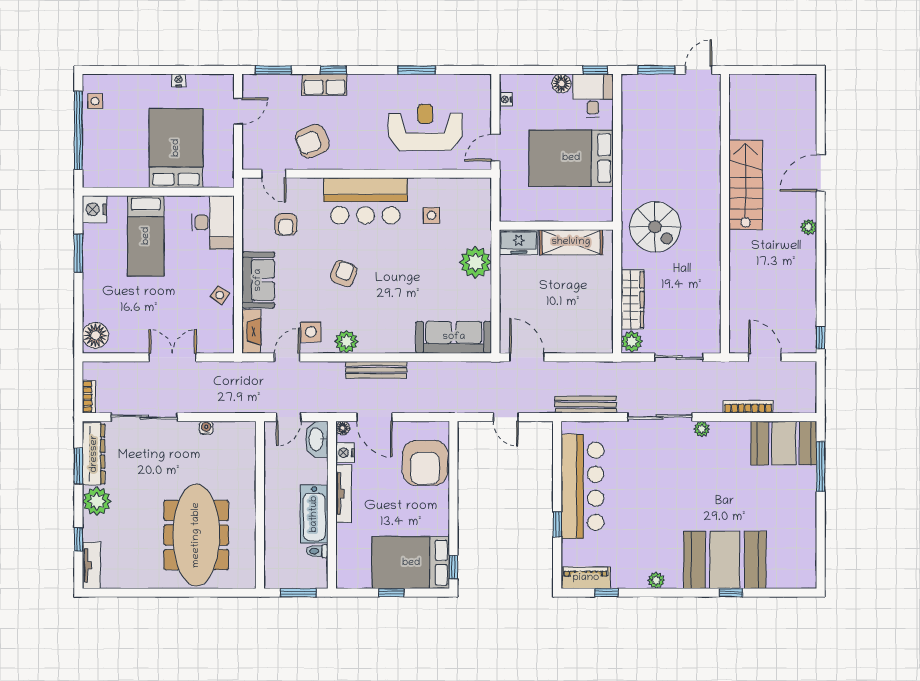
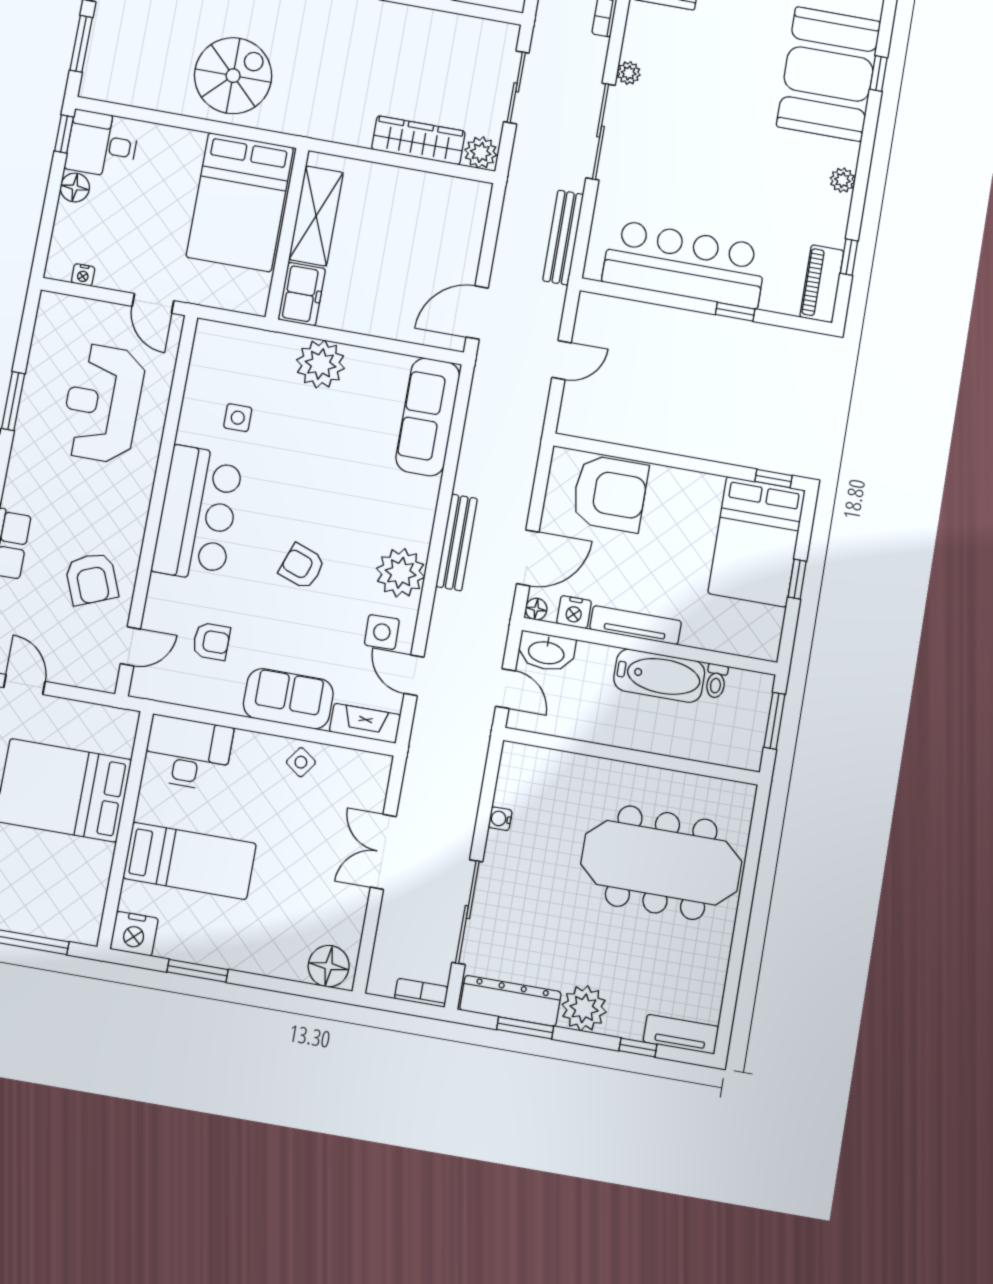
bed: (571, 158) -> (240, 202), moved
spiral stairs: (655, 227) -> (233, 76), moved
plant: (346, 342) -> (401, 573), width x1.36, depth x1.36

